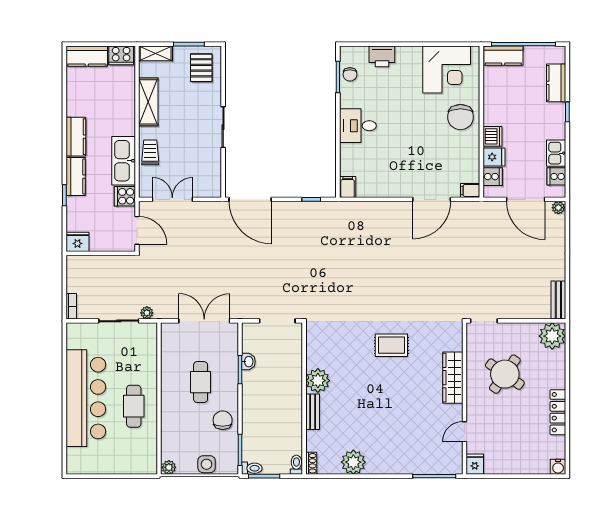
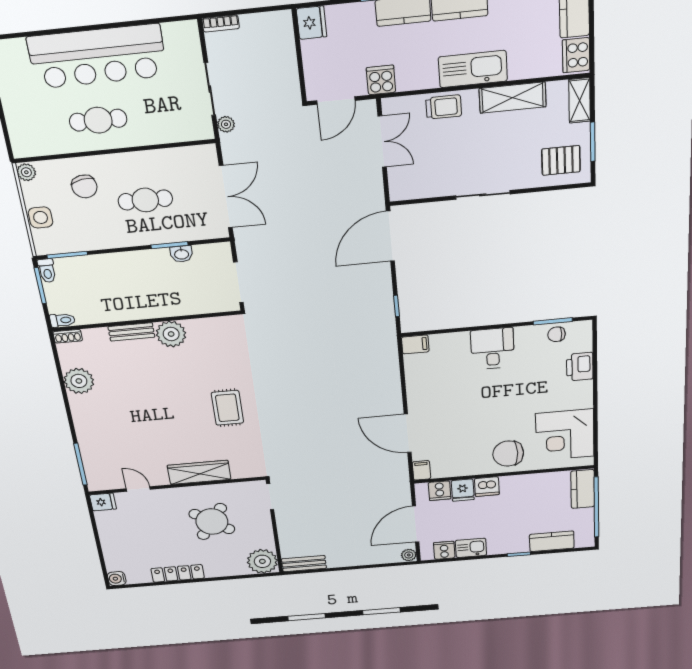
kitchen sink: (124, 161) -> (473, 69), moved
chair: (223, 420) -> (84, 186), moved, turned 80

